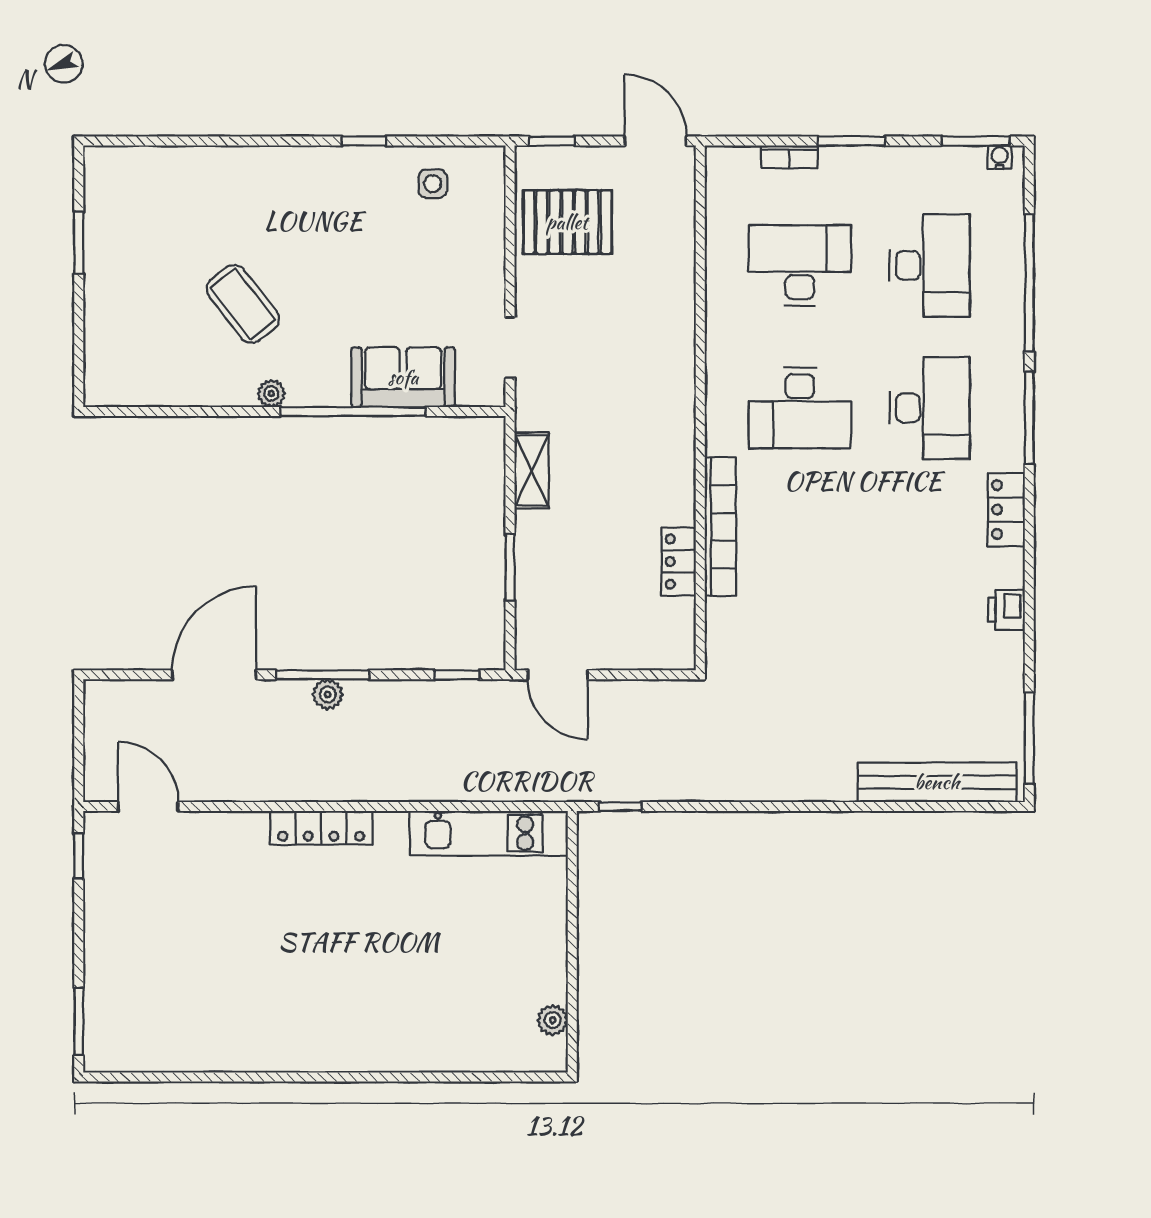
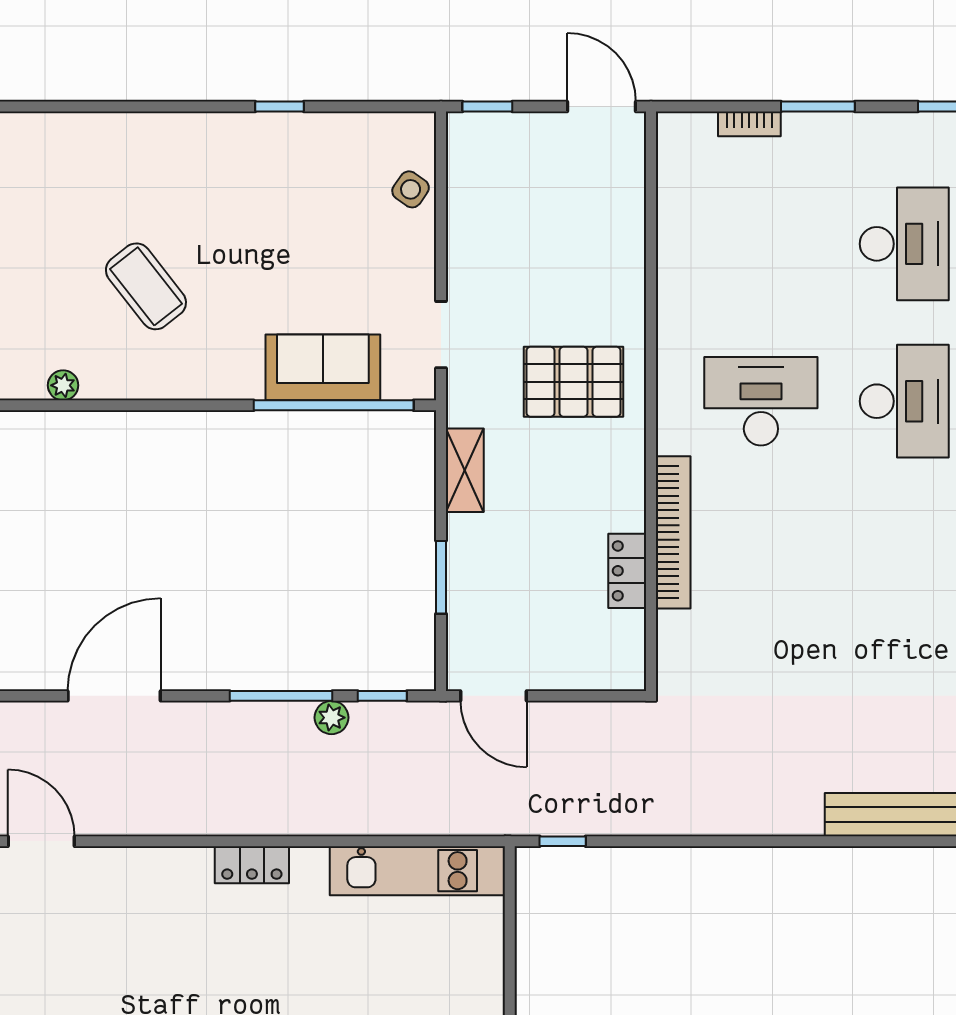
side table: (433, 184) -> (411, 189), moved, turned 35
pallet: (567, 222) -> (573, 382), moved
desk: (800, 265) -> (761, 244), removed
plant: (271, 394) -> (63, 385), moved
desk: (800, 408) -> (761, 401), turned 180
window: (353, 412) -> (334, 405), moved
window: (323, 675) -> (281, 696), moved
plant: (328, 694) -> (332, 718), moved
locker: (321, 828) -> (252, 865), width x0.66

